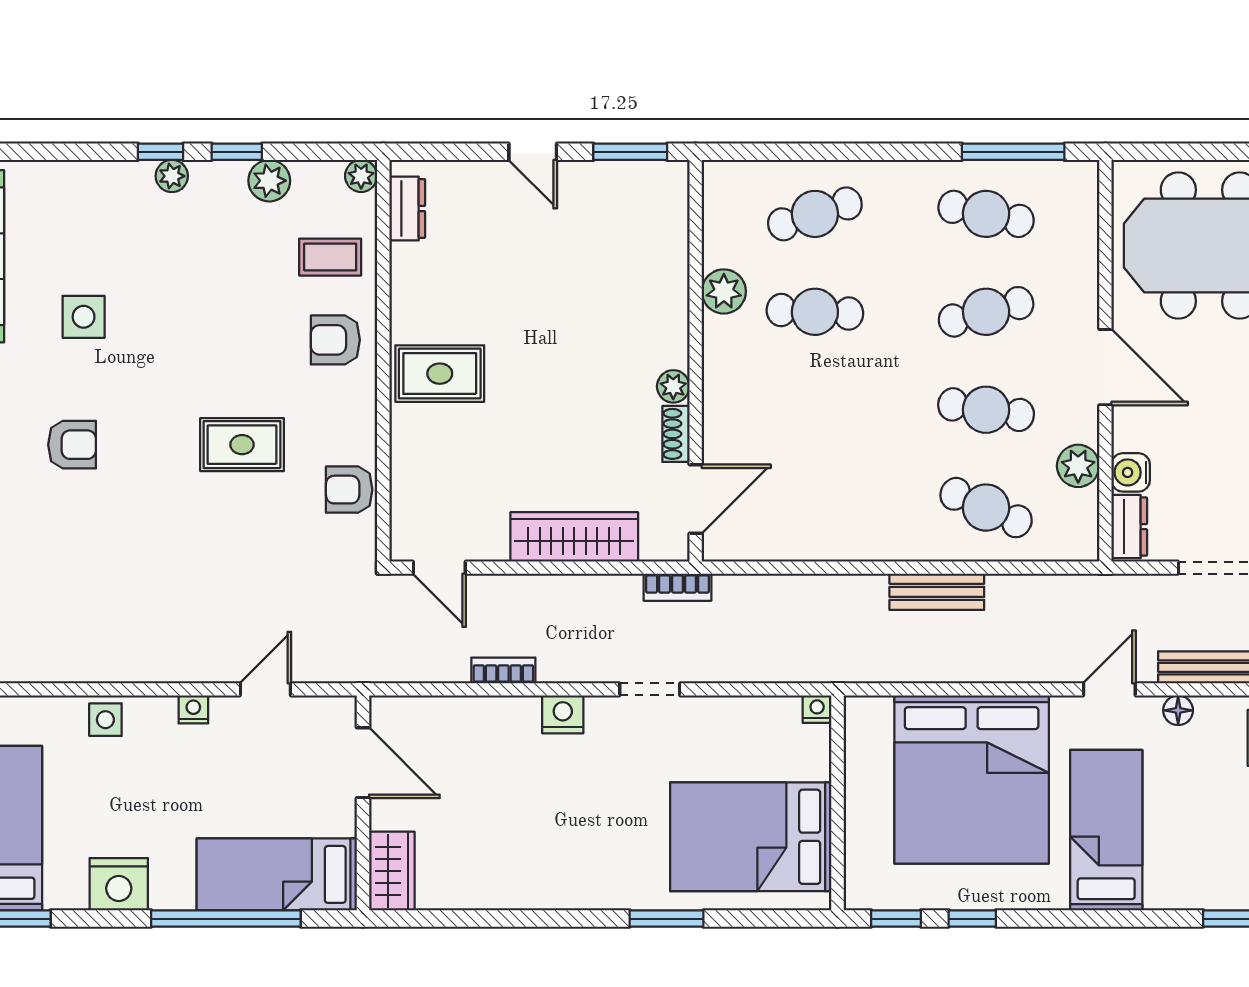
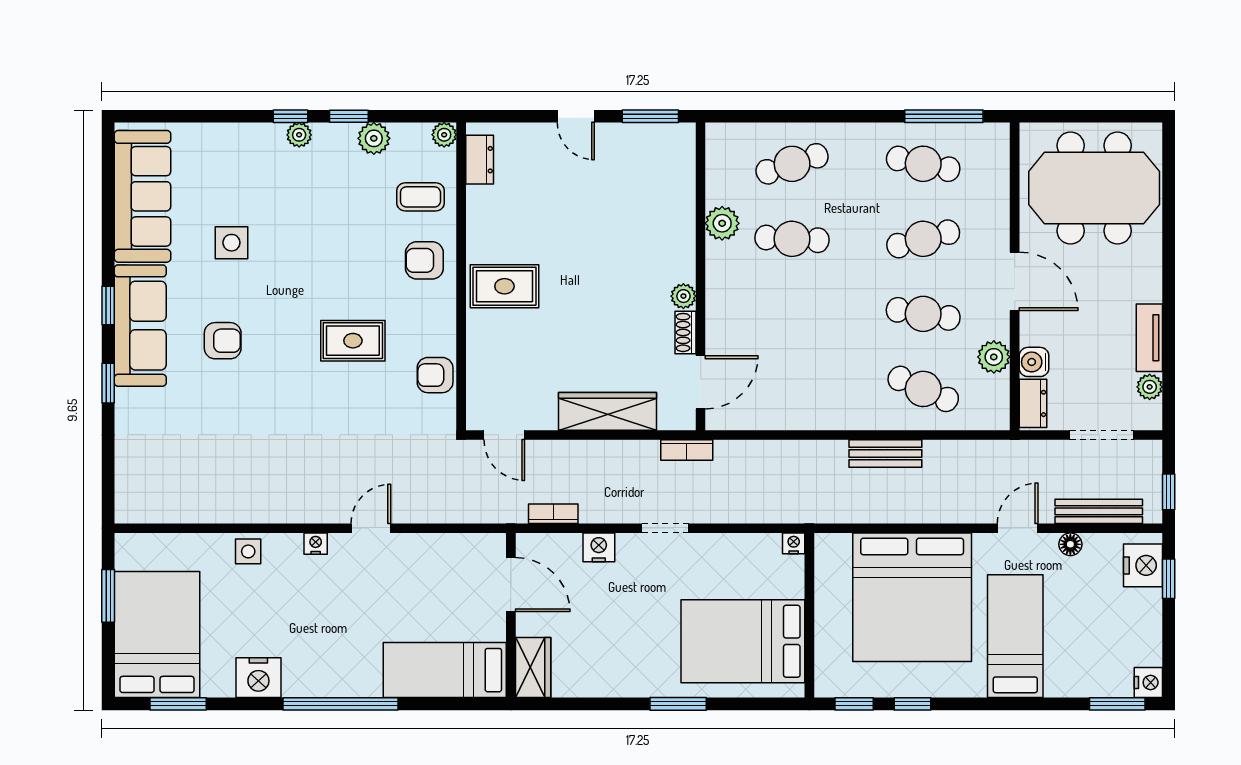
door: (363, 763) -> (511, 585), moved
wall: (363, 803) -> (511, 615), moved
wardrobe: (392, 871) -> (533, 668), moved
bed: (277, 874) -> (445, 670), moved

